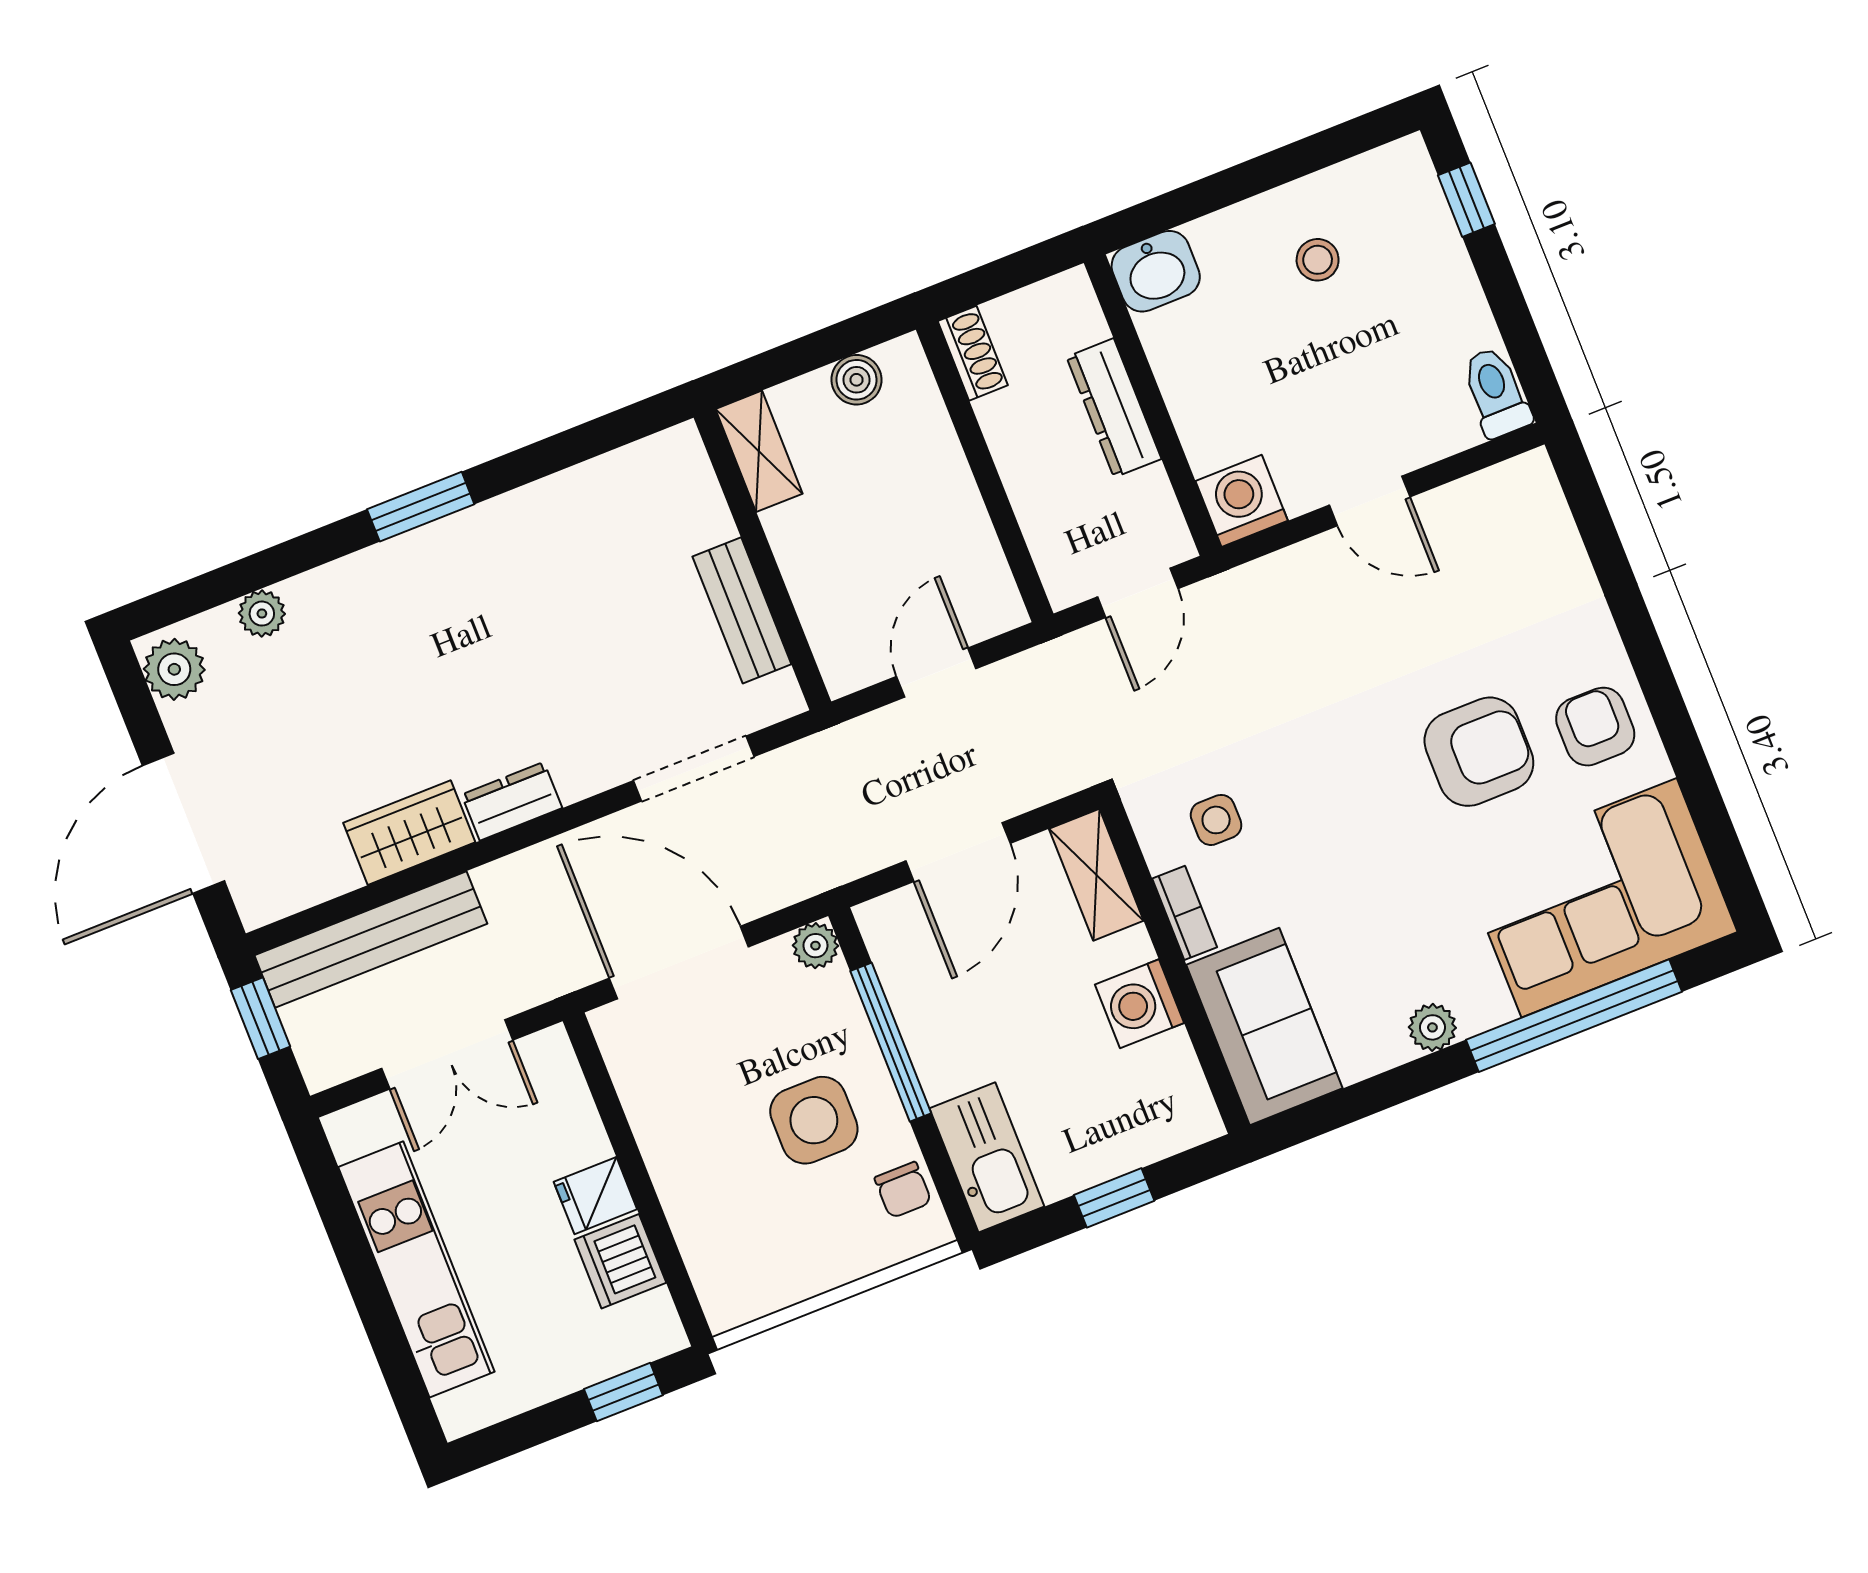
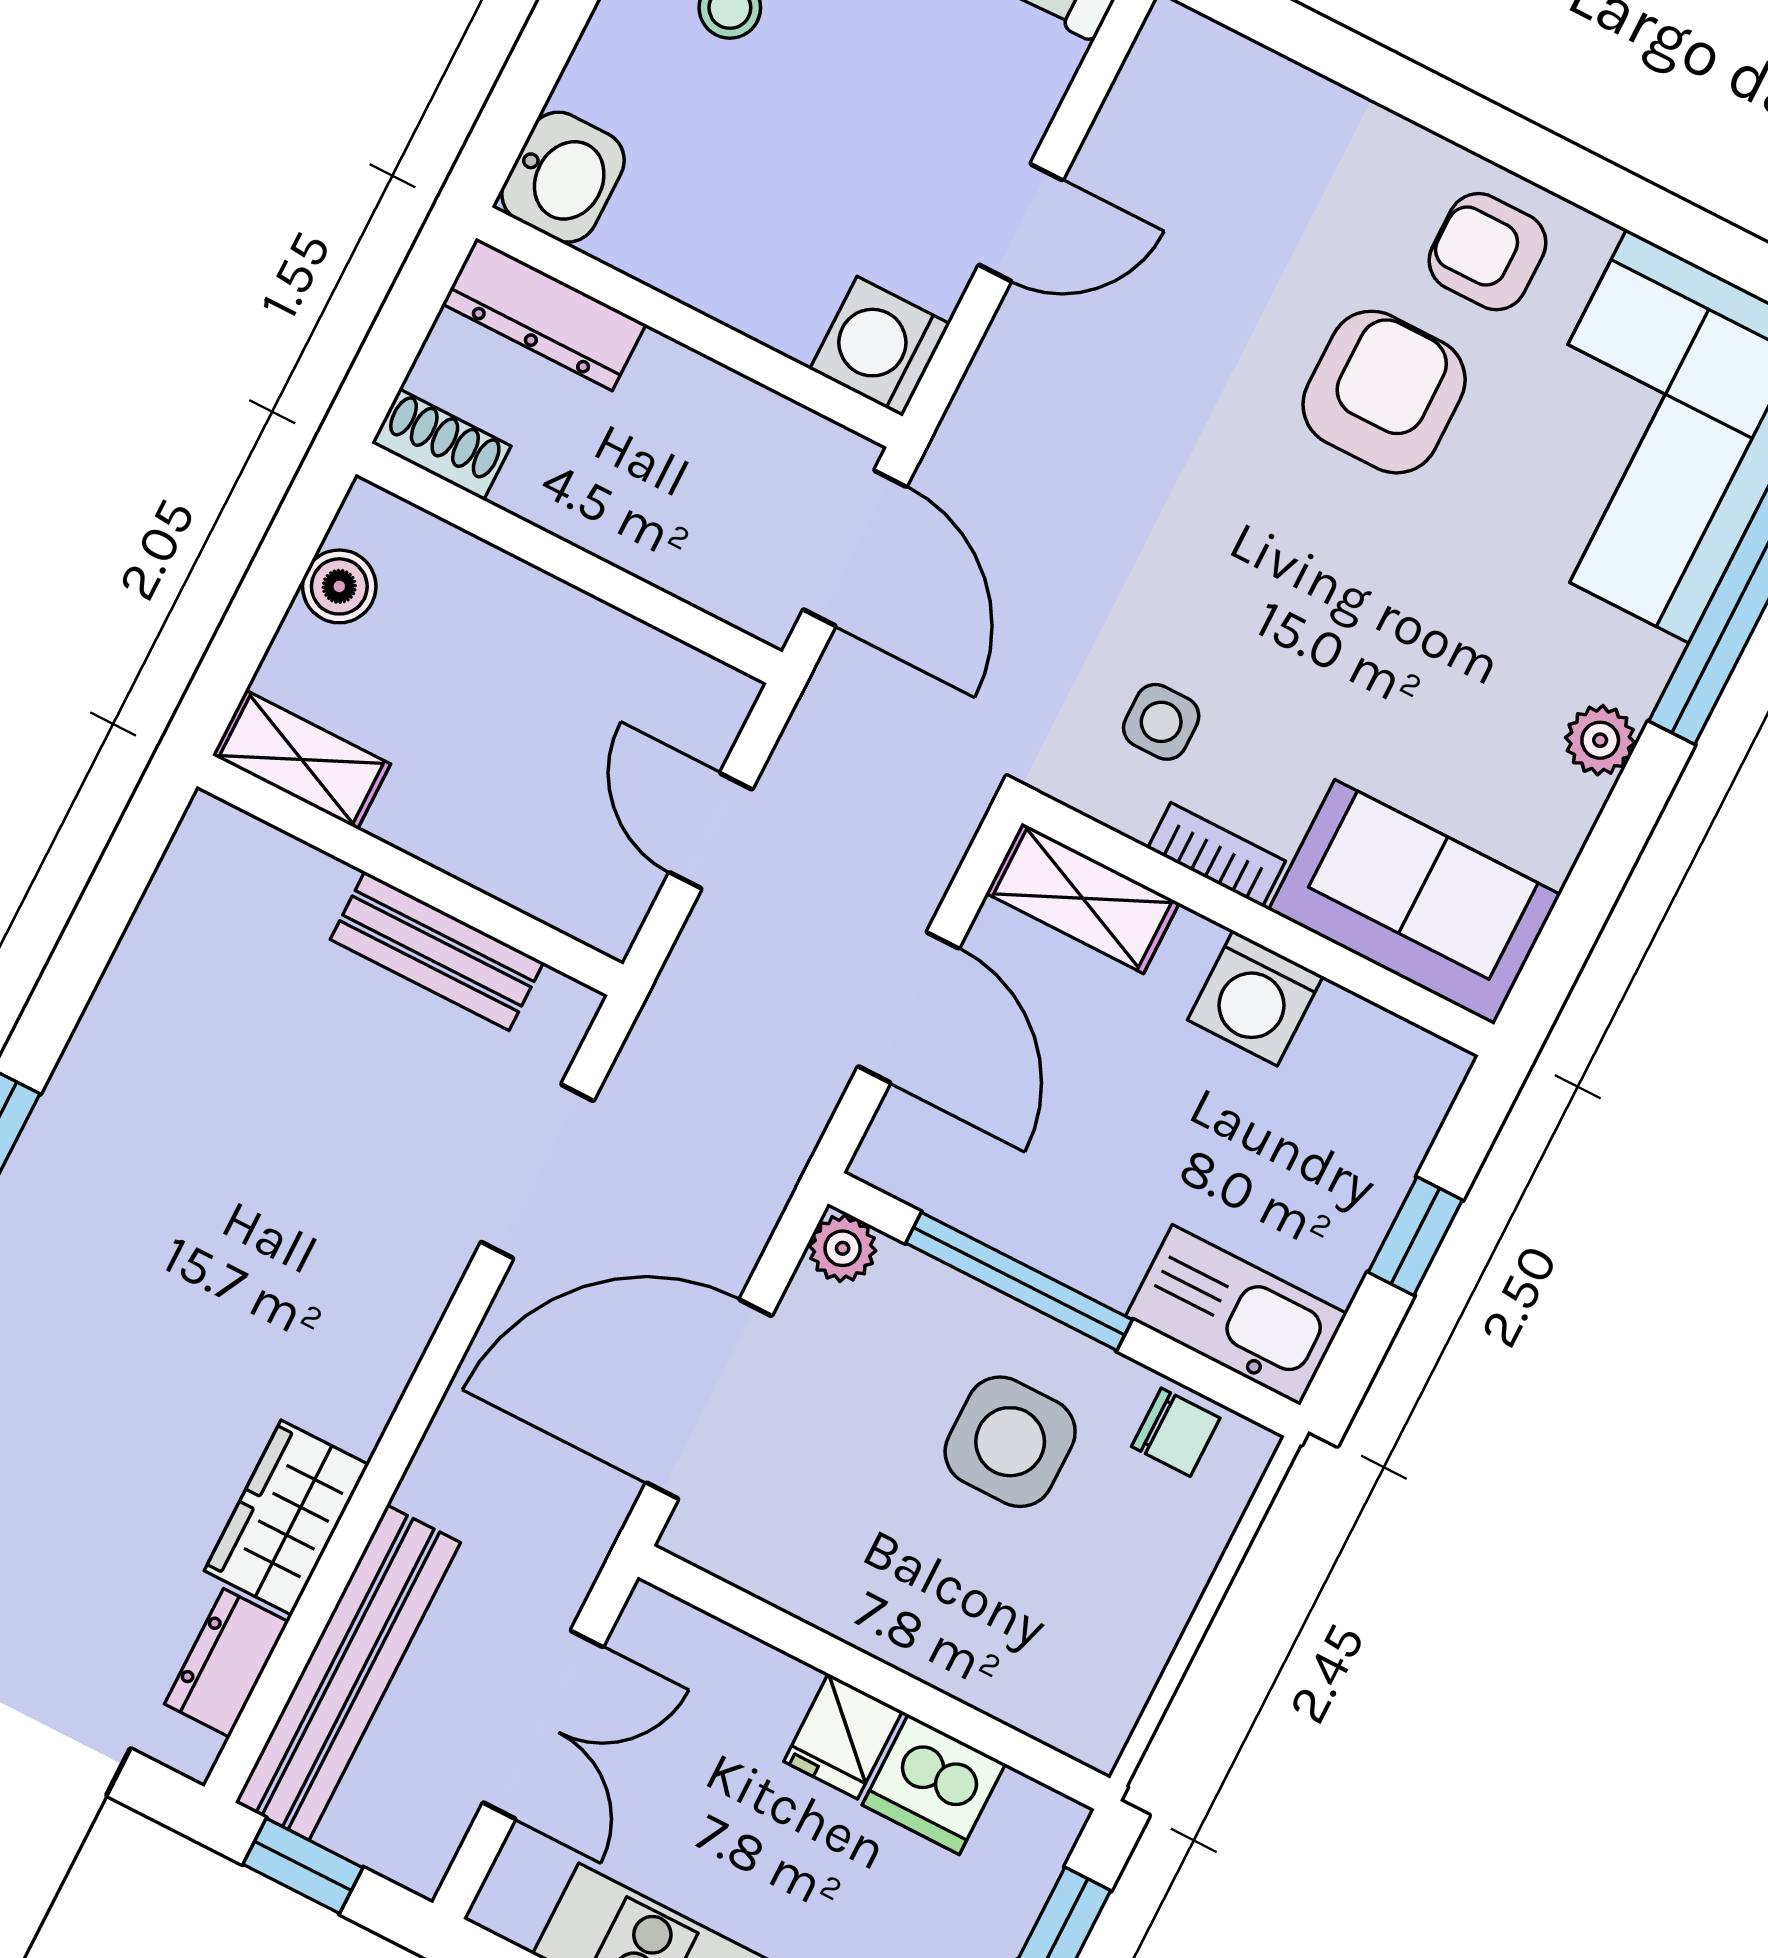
dresser: (1114, 408) -> (544, 314), moved
door: (1138, 593) -> (855, 548), width x1.38
dresser: (512, 801) -> (227, 1663), moved

